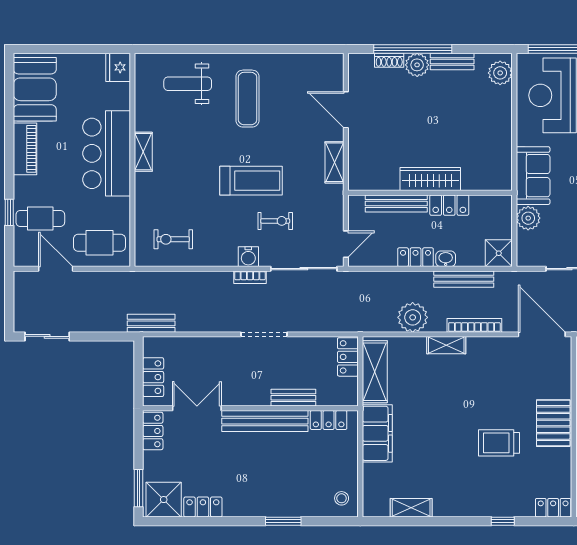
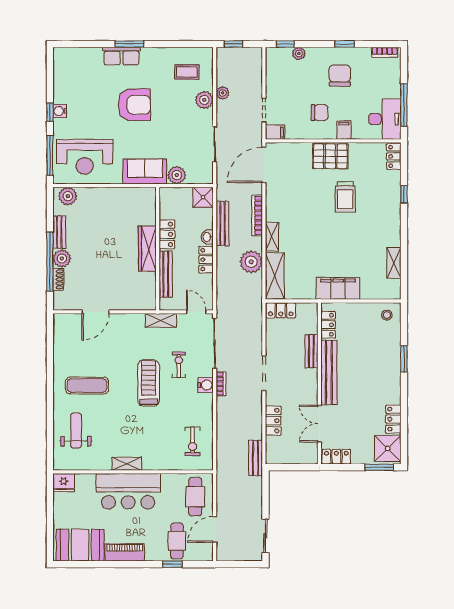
weight bench: (188, 84) -> (76, 430), turned 180
shelving: (335, 162) -> (161, 320), moved
shelving: (375, 372) -> (275, 276), moved, turned 90
locker: (153, 377) -> (273, 421), moved, turned 90

